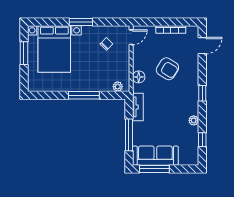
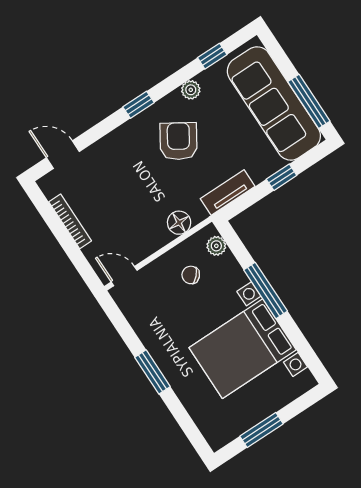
chair: (106, 44) -> (191, 275), moved
bed with nightstands: (54, 49) -> (243, 349), moved, turned 180
armchair: (167, 69) -> (178, 141), moved
window: (129, 135) -> (282, 177), width x0.46
sofa: (155, 156) -> (274, 103), width x1.36, depth x1.27

